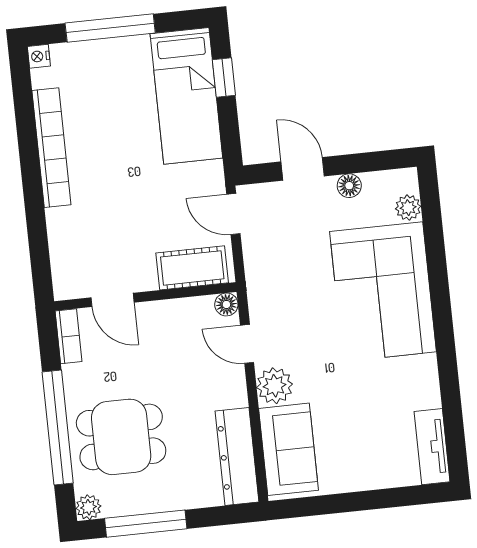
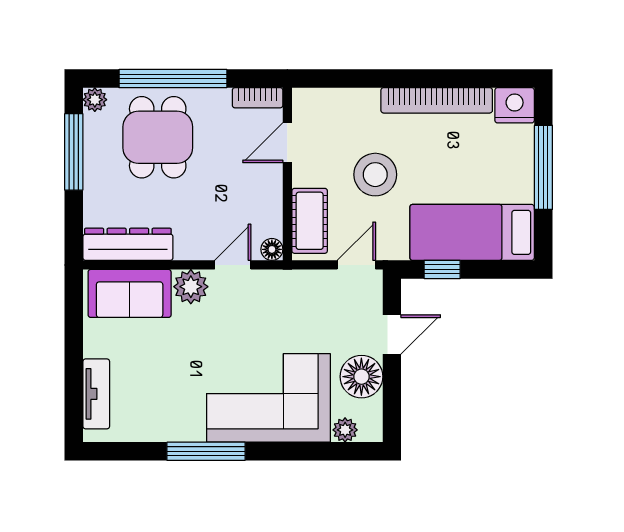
nightstand: (39, 56) -> (515, 105), width x1.89, depth x1.79
window: (224, 77) -> (442, 269), moved
floor lamp: (349, 186) -> (361, 377), width x1.89, depth x1.89
stool: (136, 204) -> (375, 175), added
window: (446, 351) -> (206, 451), added
tv unit: (432, 447) -> (96, 394), moved, turned 90

